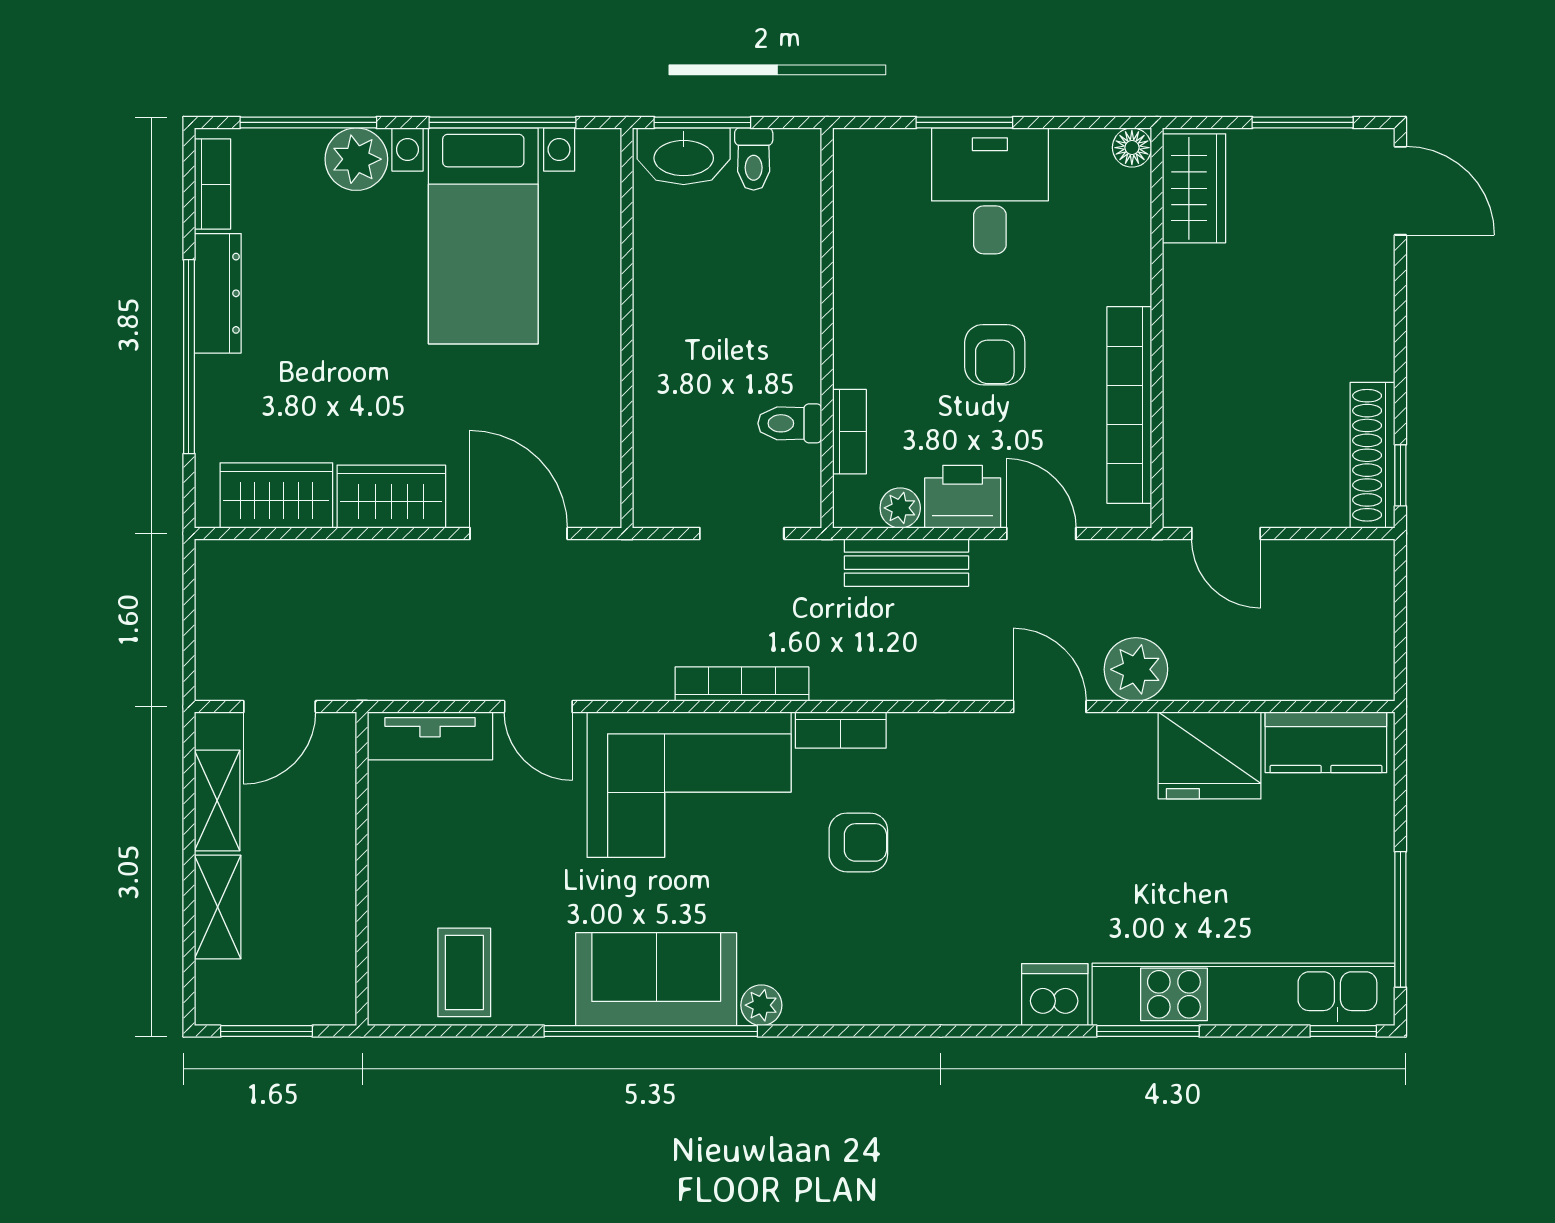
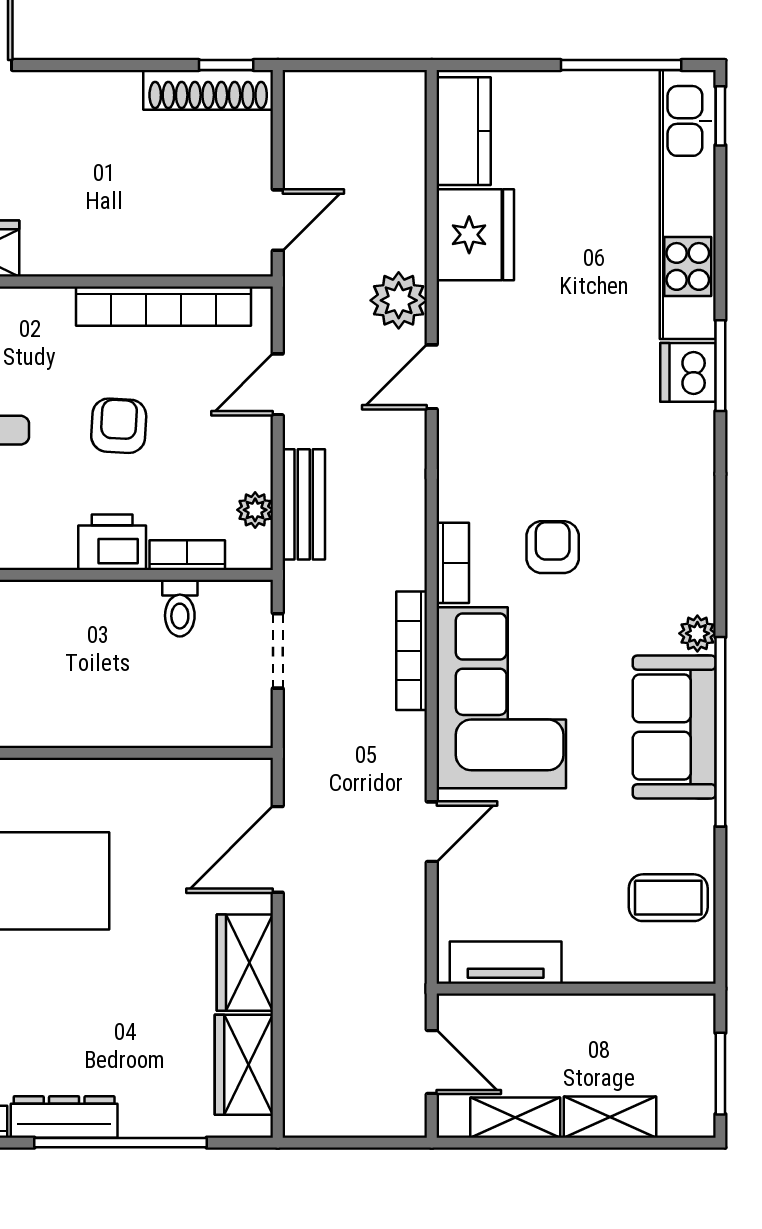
armchair: (995, 355) -> (119, 426), turned -87
printer: (963, 497) -> (112, 542), moved, turned 90
tv unit: (430, 736) -> (506, 963), moved, turned -90
window: (1148, 1031) -> (720, 366), moved

